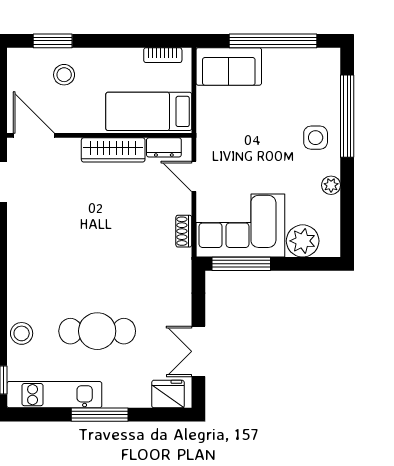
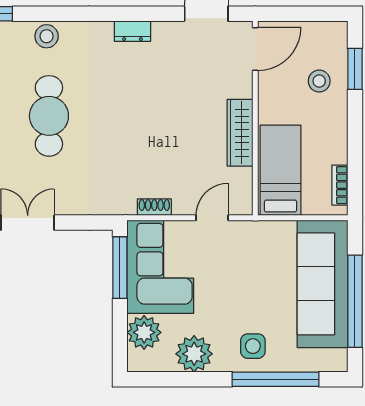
sofa: (229, 66) -> (322, 284), width x1.85, depth x1.27
dresser: (164, 147) -> (133, 31), moved, turned -90
plant: (331, 185) -> (194, 354), width x1.88, depth x1.88

